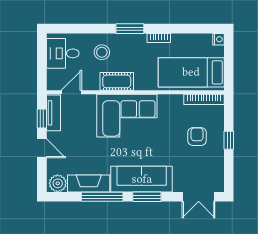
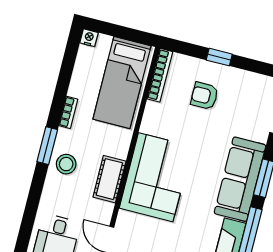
stool: (102, 52) -> (66, 164), moved

